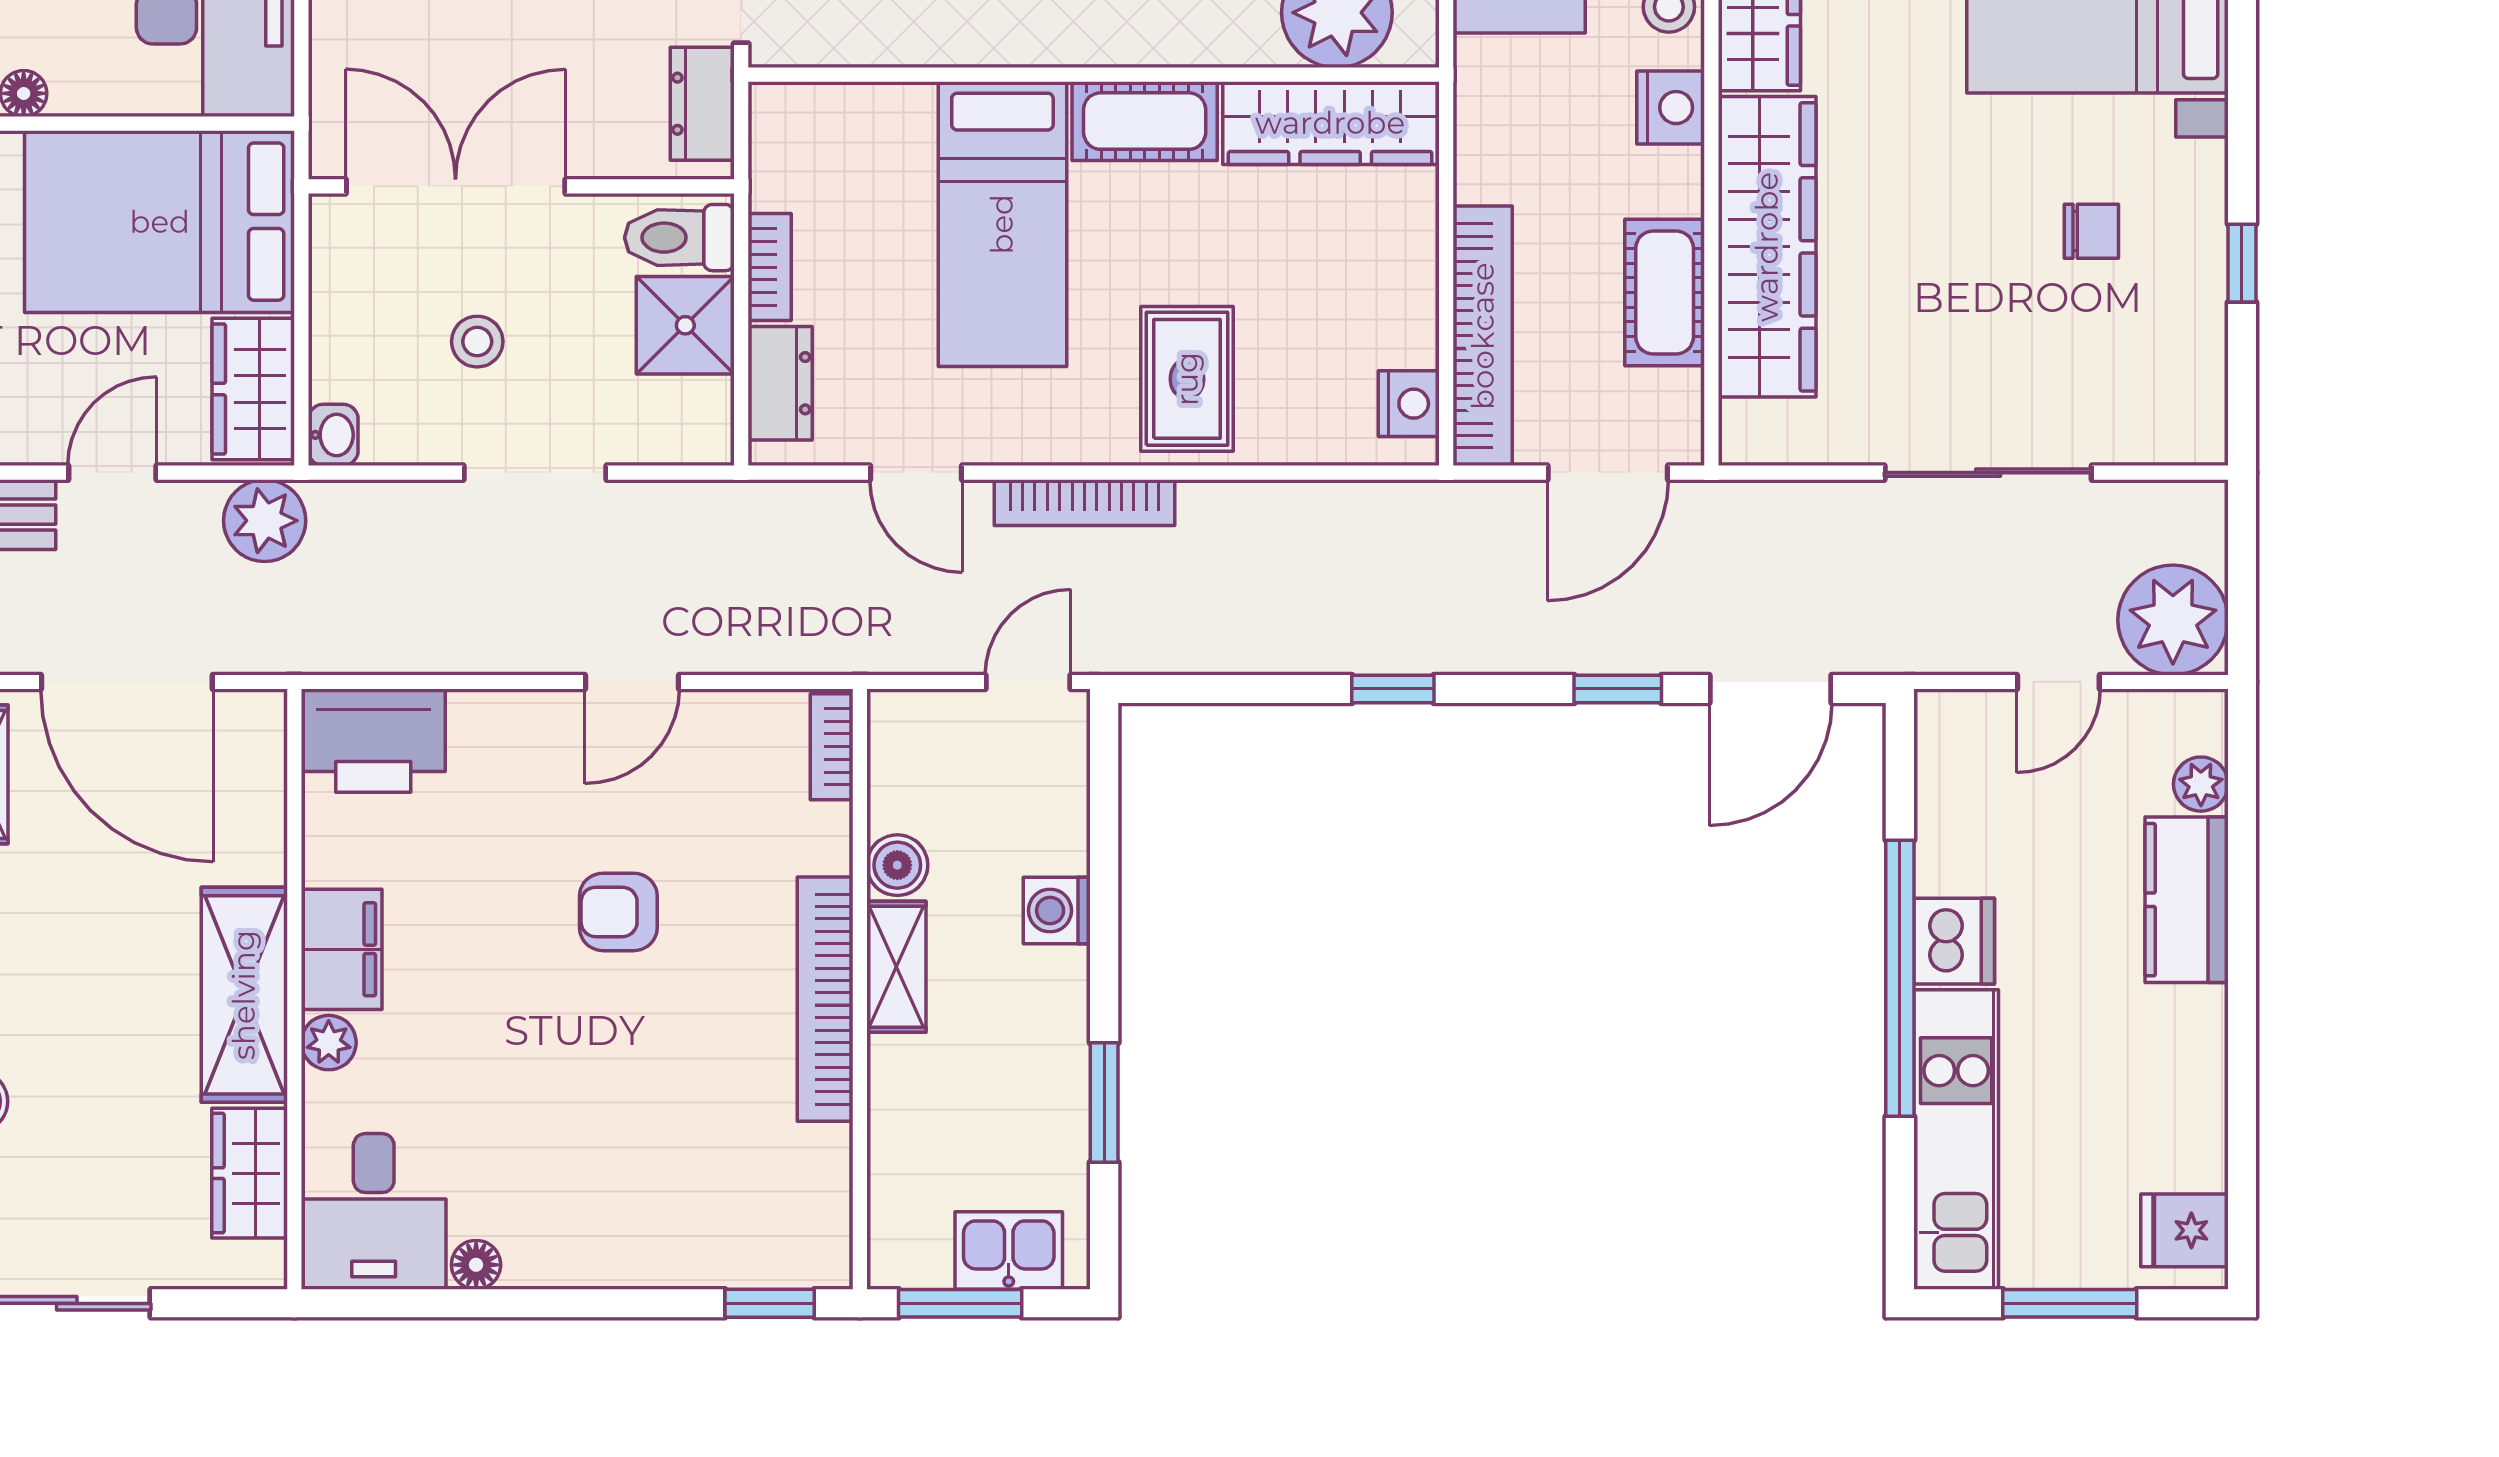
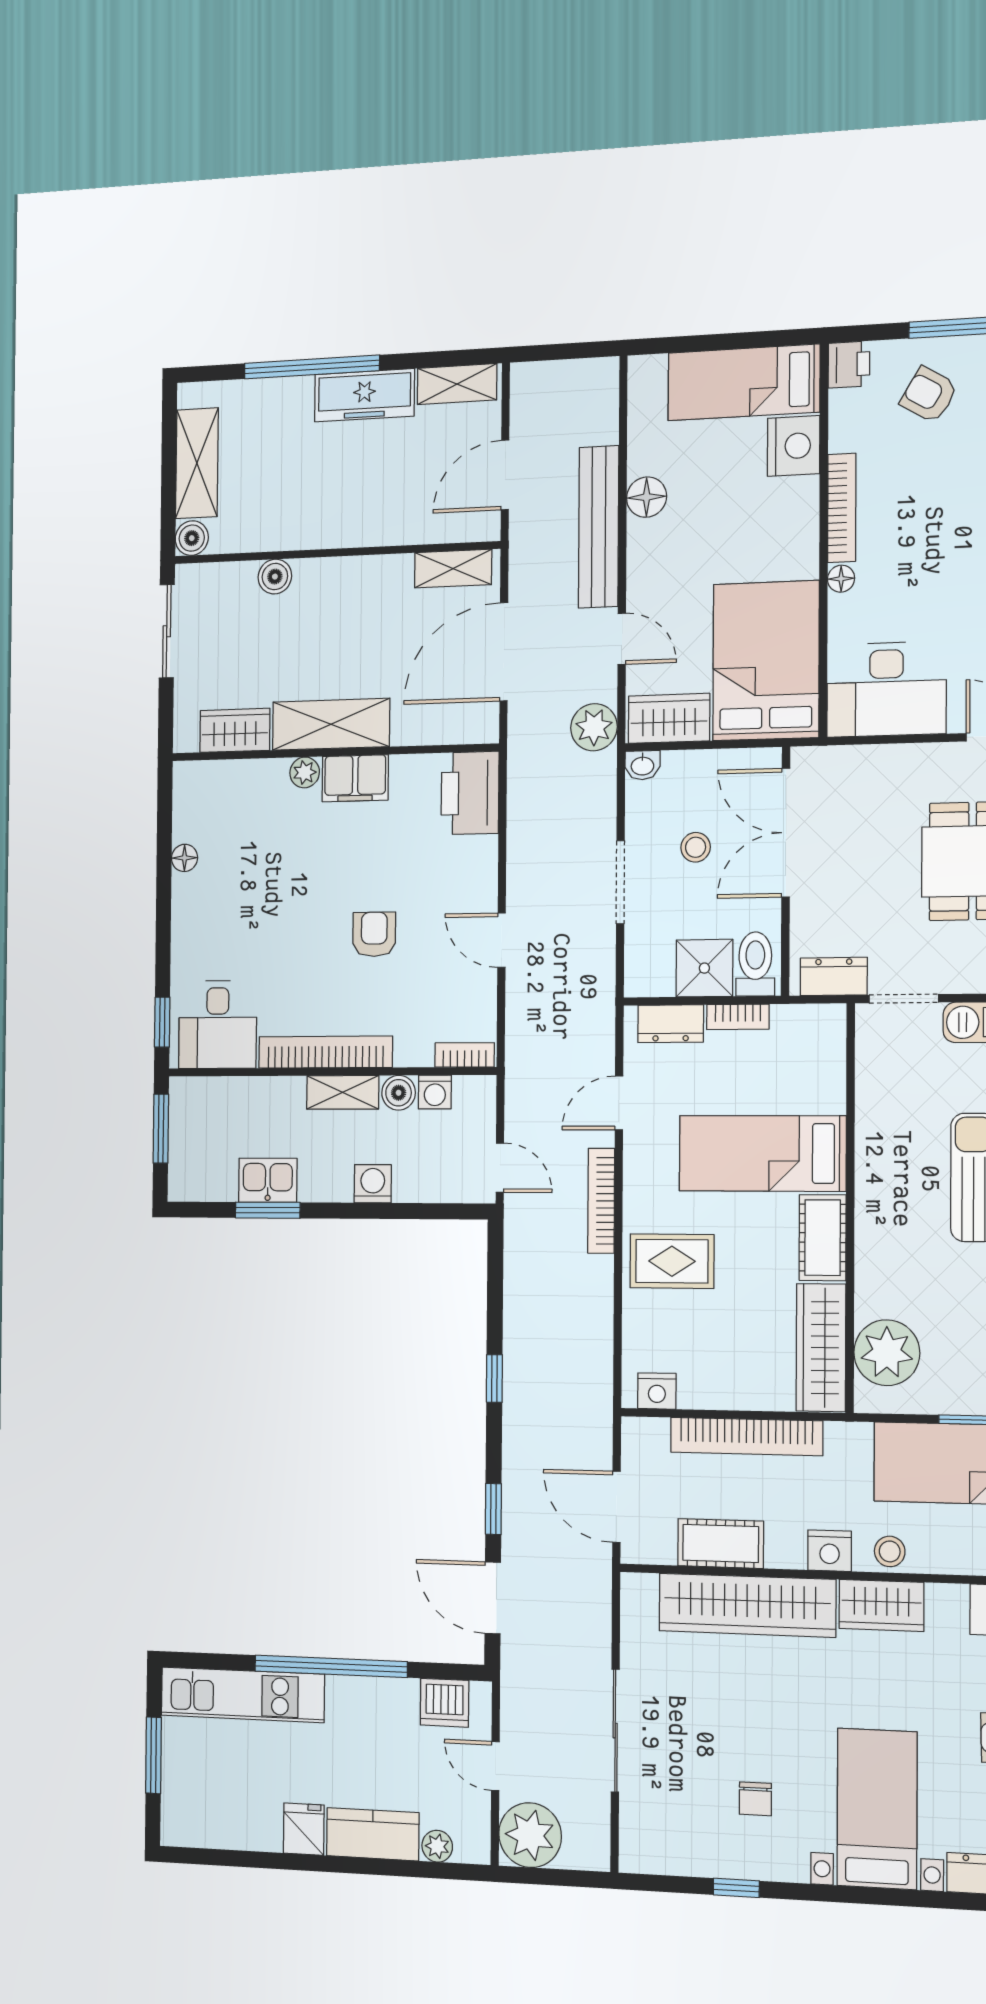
double door: (456, 186) -> (786, 833), swing flipped
bookcase: (1483, 336) -> (746, 1436), moved
washing machine: (896, 800) -> (435, 1092), added
dishwasher: (1954, 941) -> (445, 1703), moved
desk: (374, 1211) -> (218, 1025), moved, turned -90
fridge: (2184, 1230) -> (304, 1829), moved
kitchen sink: (1009, 1250) -> (268, 1180), moved, turned -90

